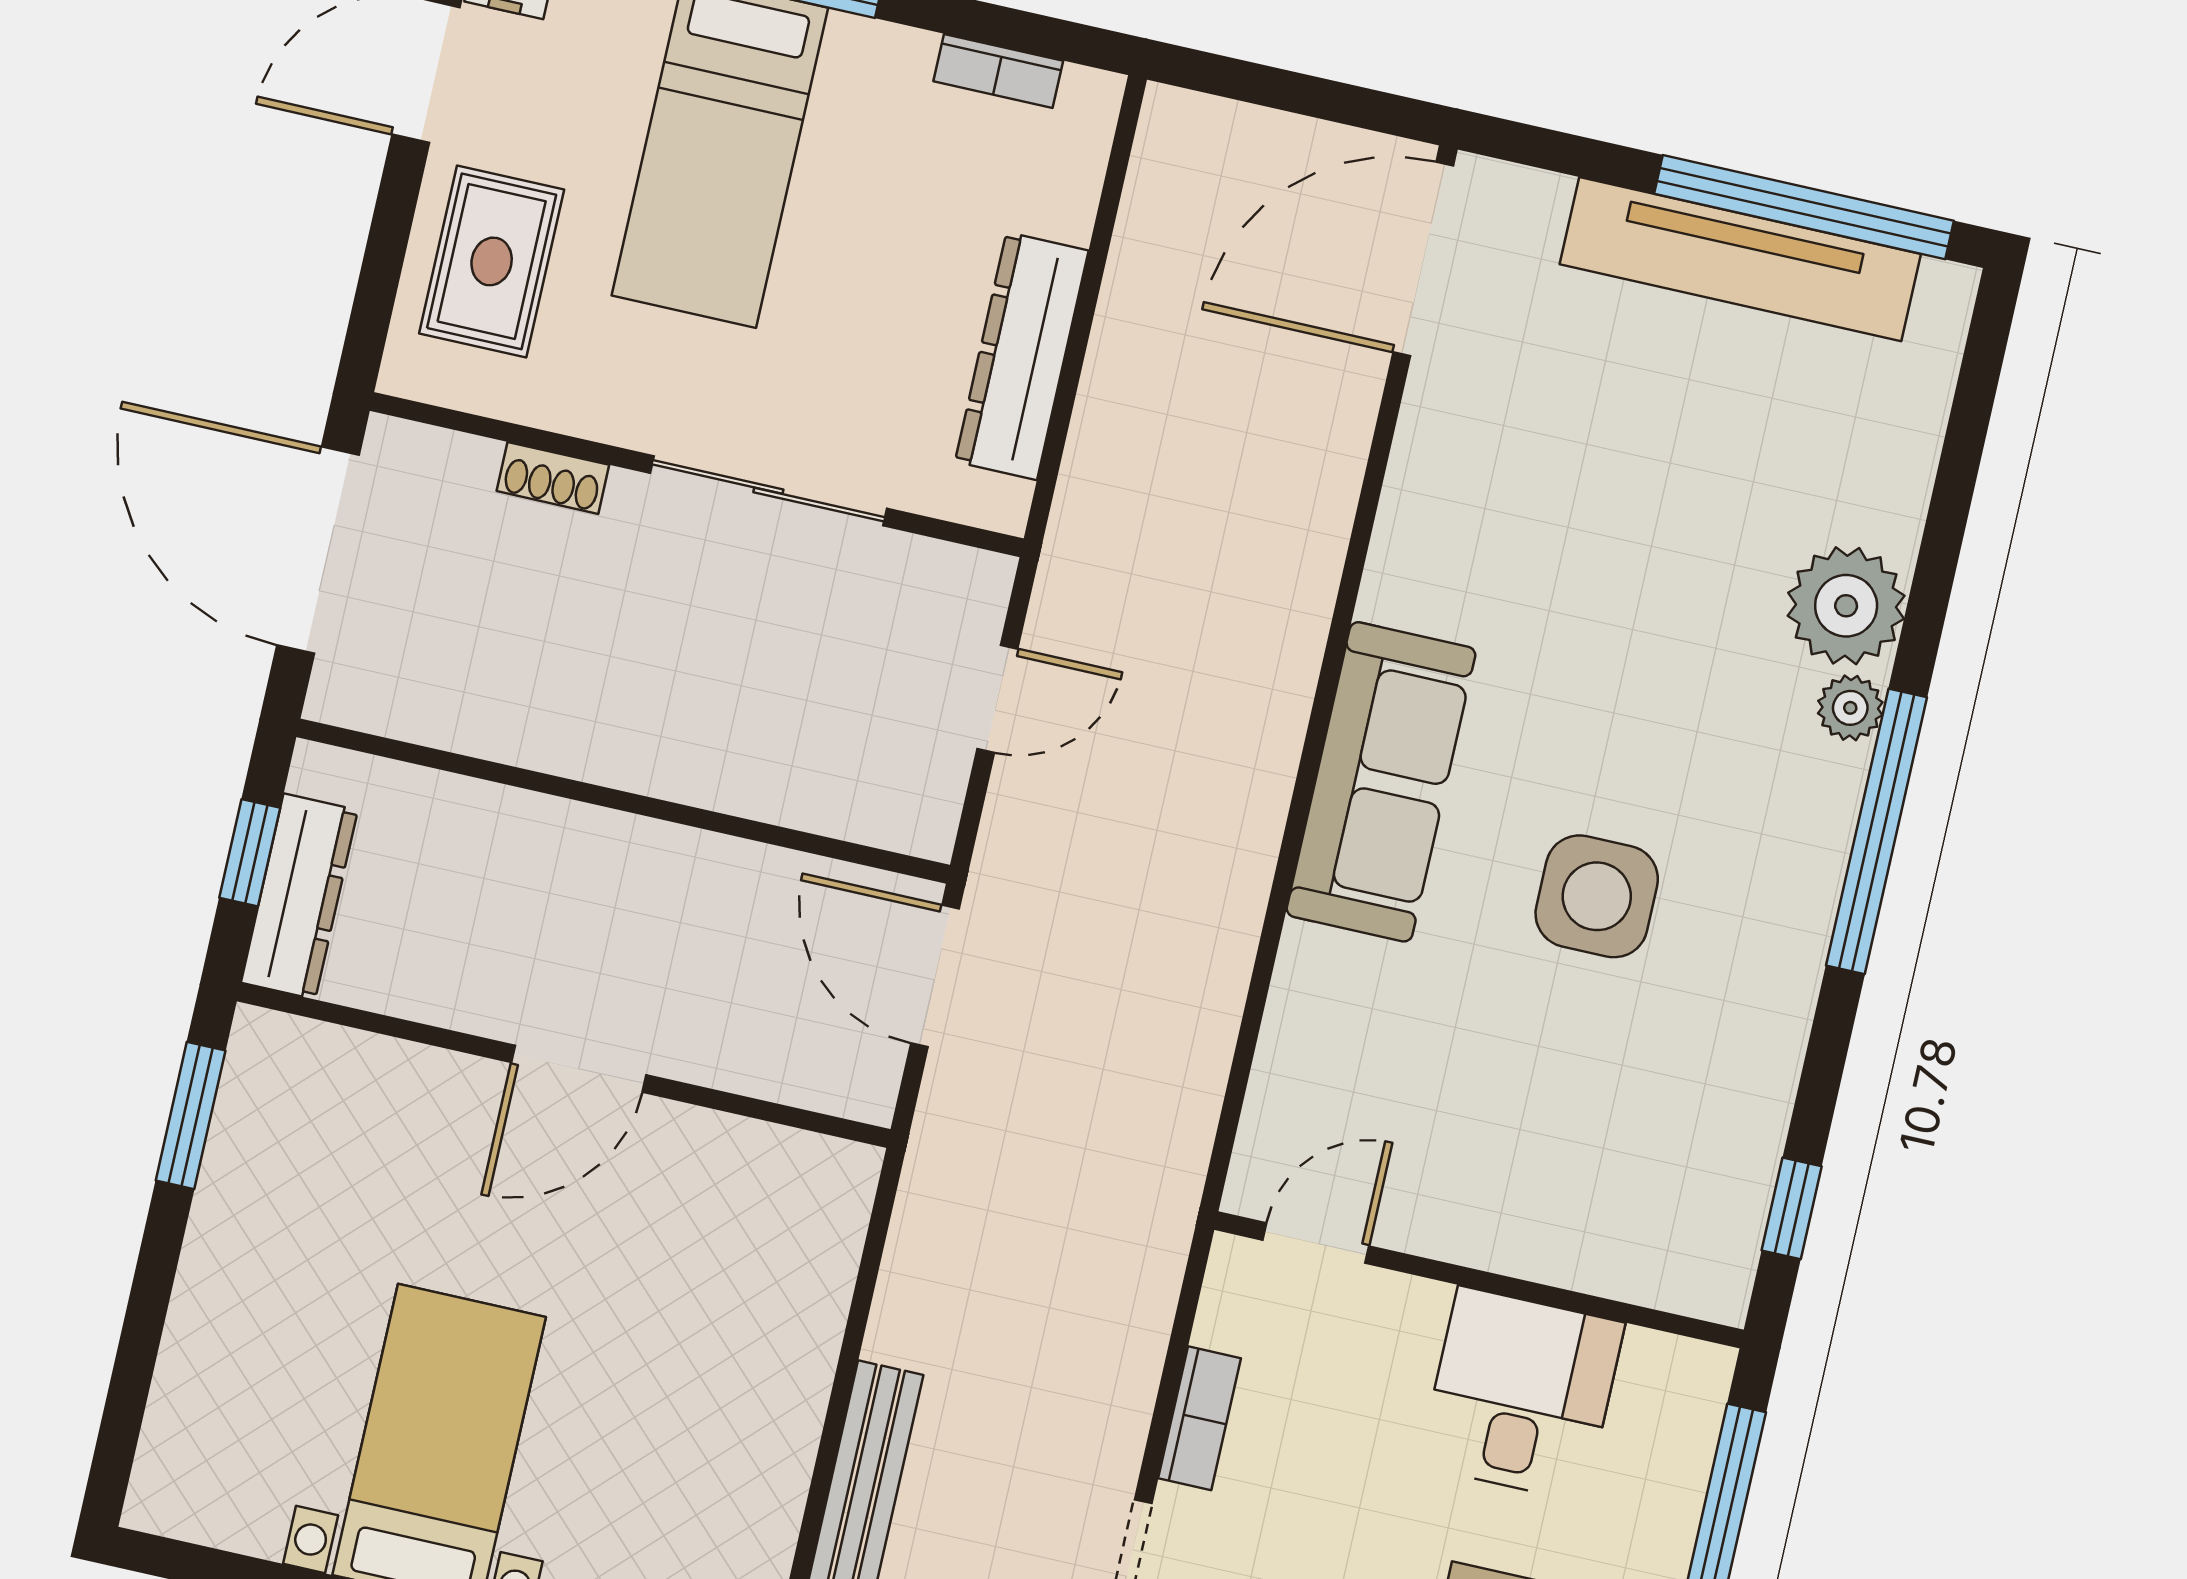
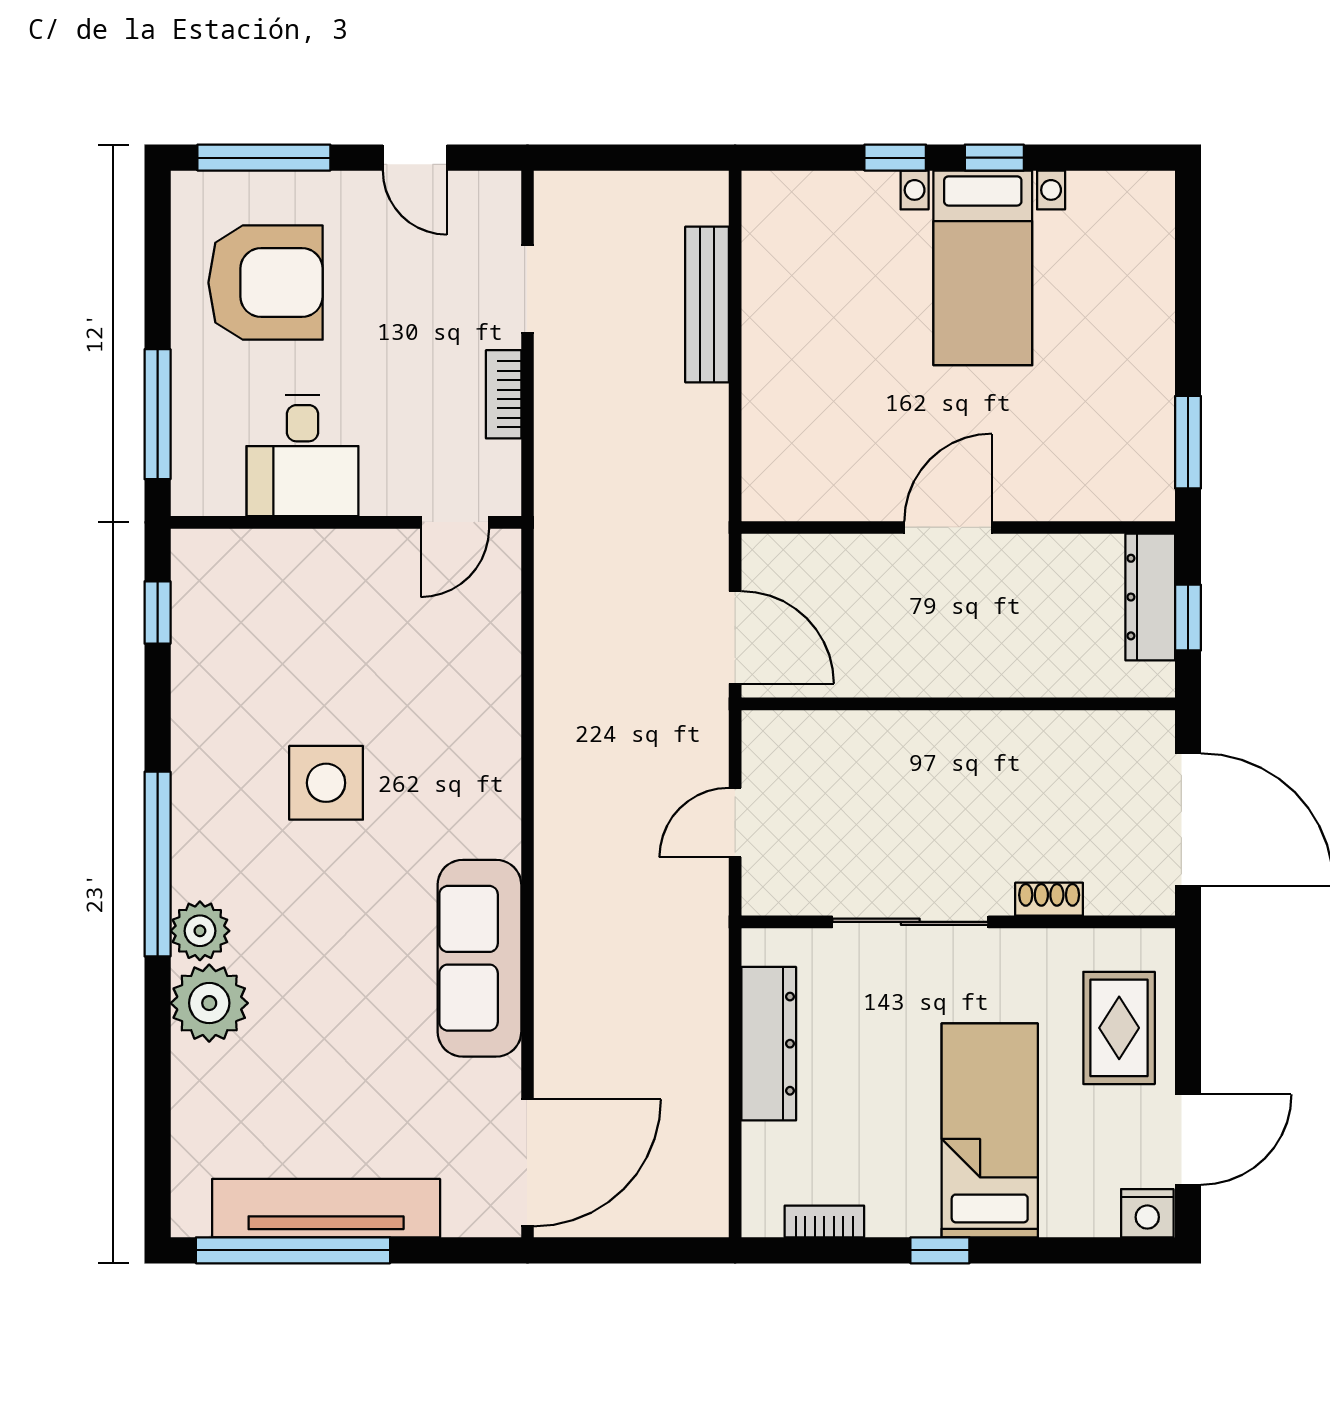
plant: (1850, 708) -> (200, 931), width x1.38, depth x1.38
sofa: (1381, 782) -> (479, 958), moved

